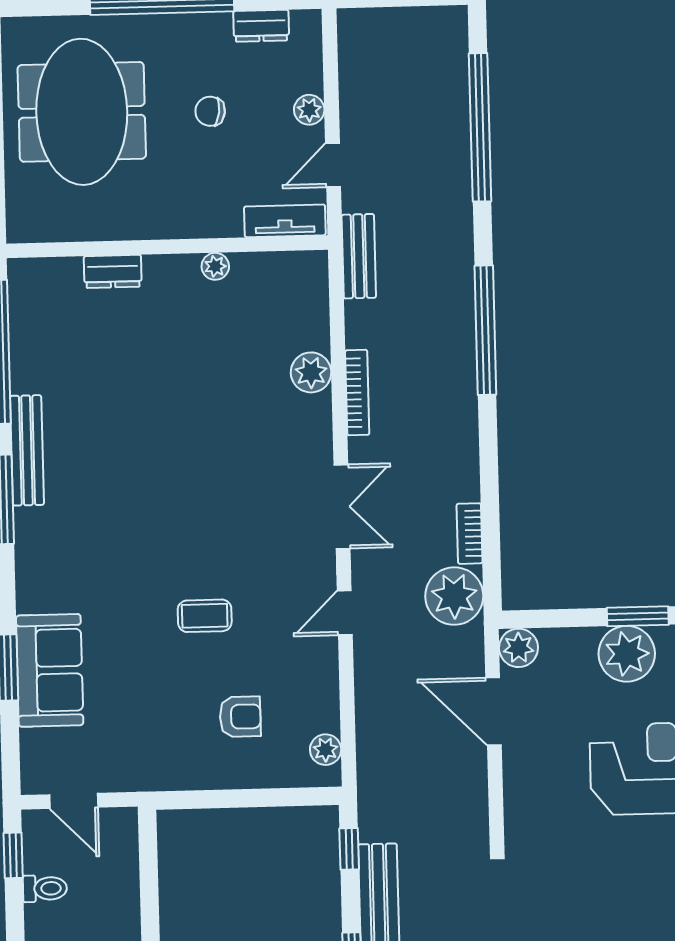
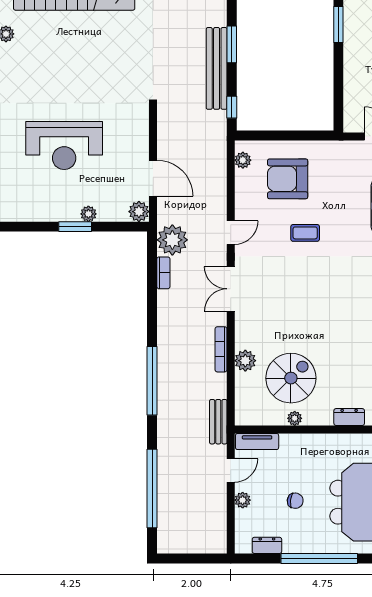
spiral stairs: (224, 342) -> (291, 378), added
plant: (627, 654) -> (88, 214), width x0.53, depth x0.53
armchair: (240, 717) -> (288, 179), width x1.88, depth x1.88

